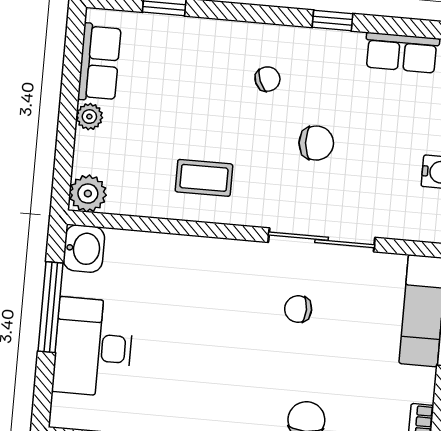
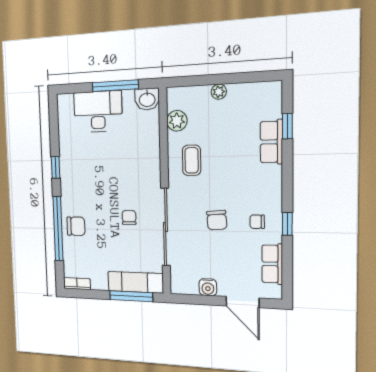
row of seats: (99, 63) -> (271, 142), moved, turned 90
chair: (267, 79) -> (257, 222), moved, turned 113
plant: (88, 194) -> (177, 121), moved
sliding door: (322, 240) -> (165, 227), width x1.36

